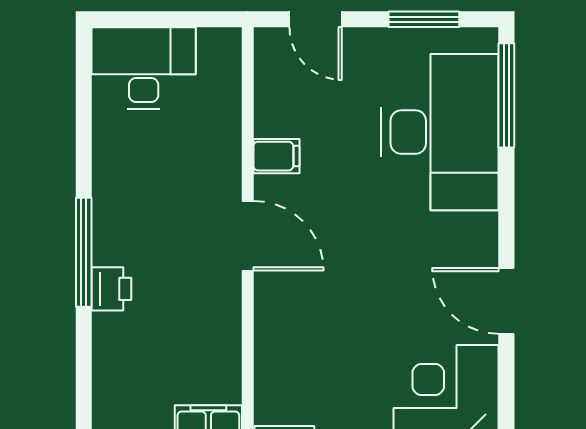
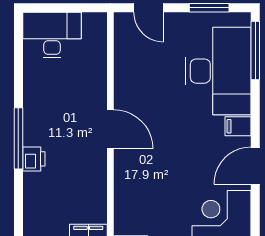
filing cabinet: (277, 156) -> (238, 126), moved, turned 180
door: (506, 301) -> (255, 166), hinge flipped

